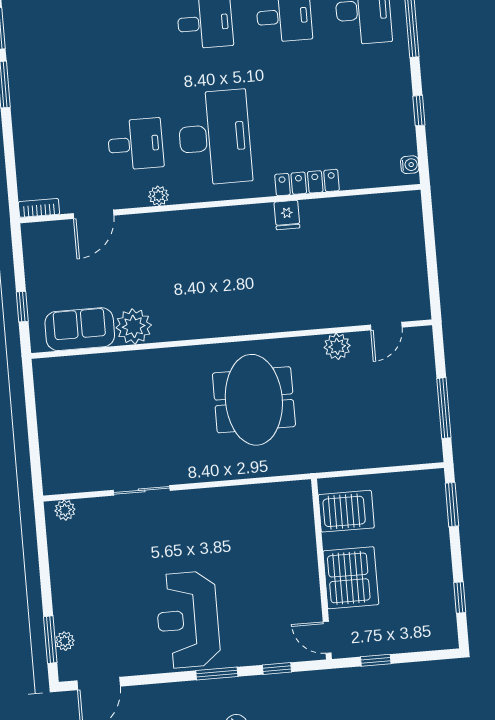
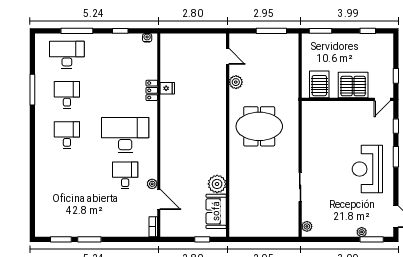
locker: (307, 183) -> (152, 90), width x0.66
plant: (159, 196) -> (152, 184), moved
fridge: (287, 215) -> (167, 88), moved
reception desk: (188, 620) -> (367, 169), turned 90
plant: (65, 641) -> (362, 232), moved

